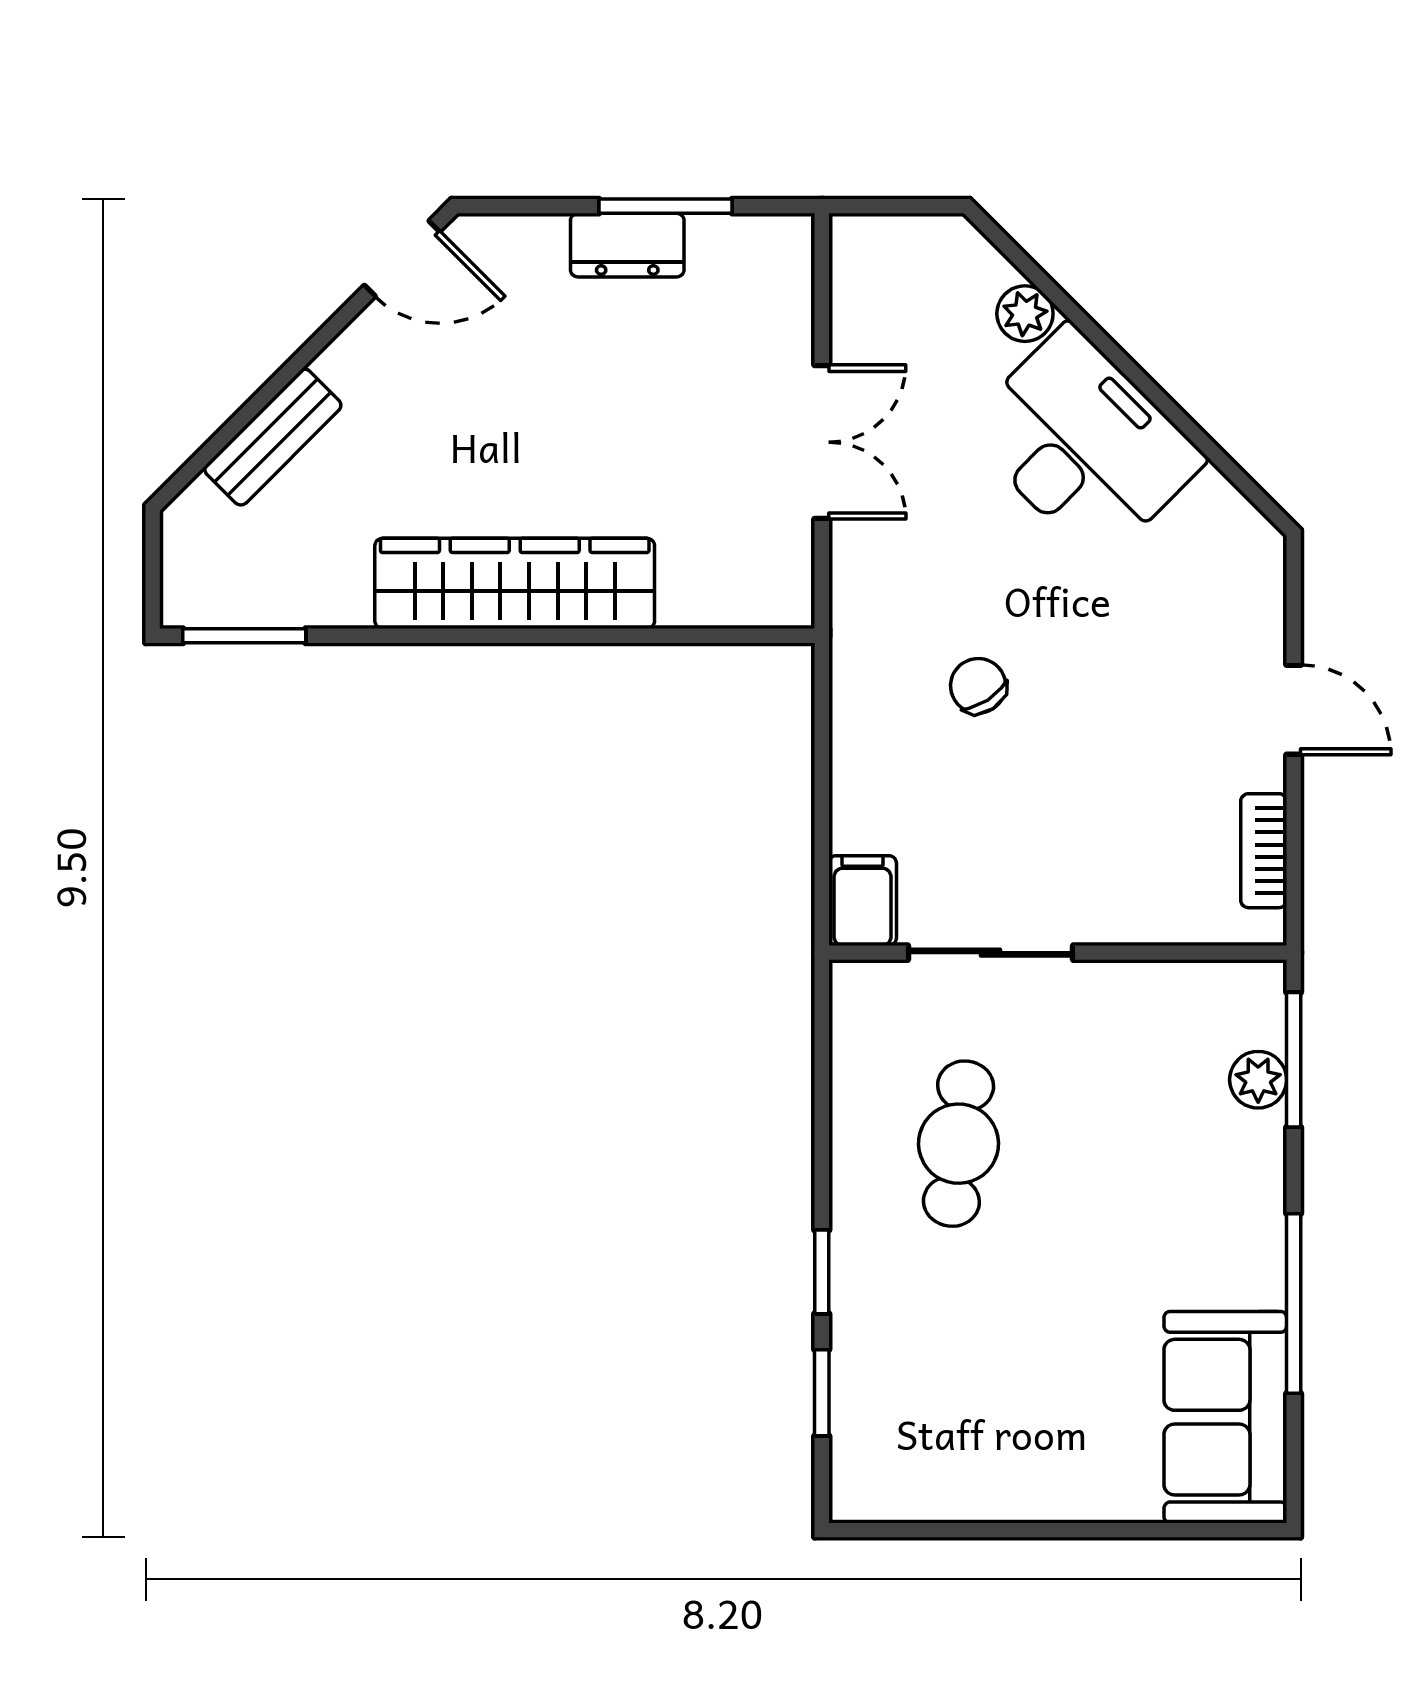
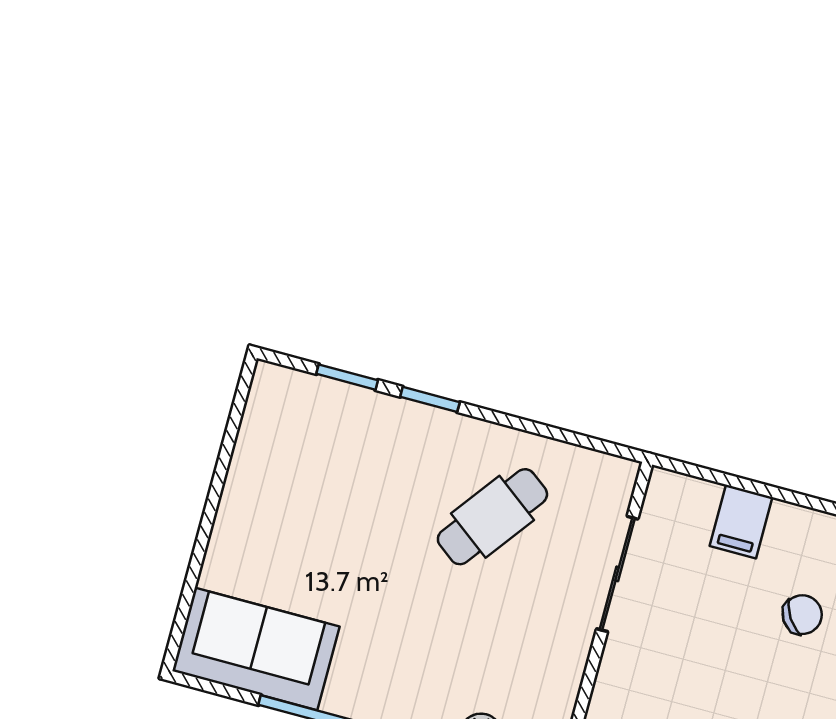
filing cabinet: (863, 901) -> (741, 522), moved, turned 90
cafe table: (958, 1144) -> (492, 517), turned -60

